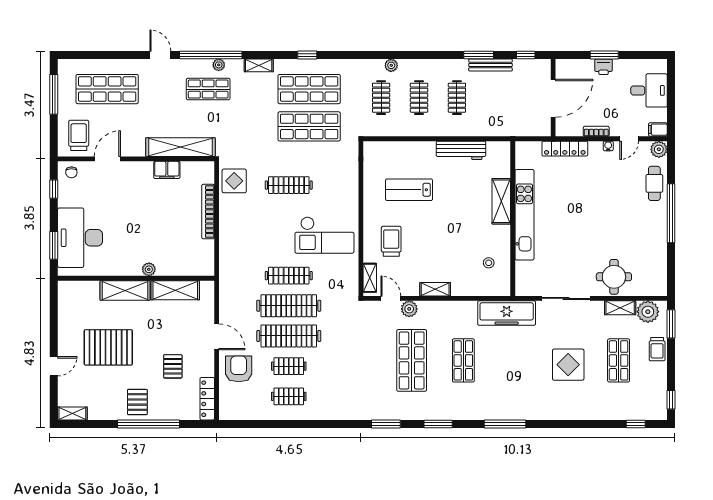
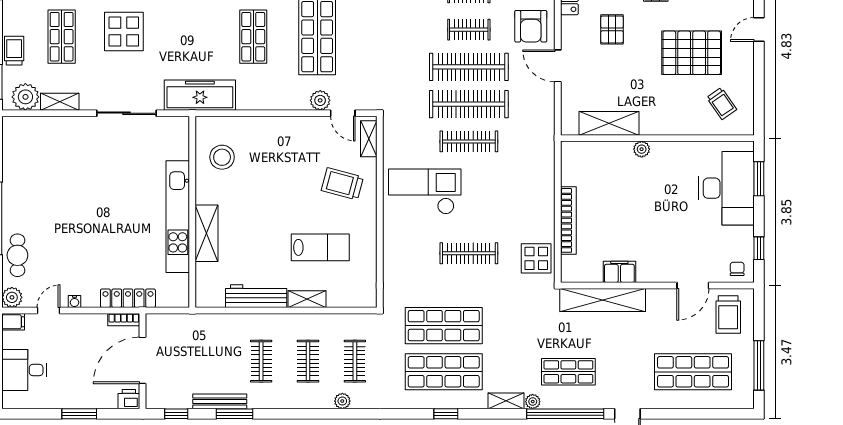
plant: (219, 65) -> (533, 402), moved
printer: (604, 67) -> (129, 399), moved
bookcase: (596, 131) -> (124, 320), moved
trolley: (391, 241) -> (342, 184), turned 105
stool: (489, 263) -> (222, 157), width x1.89, depth x1.89
round table: (614, 277) -> (67, 140), removed
shelving: (435, 289) -> (307, 299), moved
shelving: (125, 291) -> (671, 123), removed
trolley: (84, 306) -> (722, 103), added

